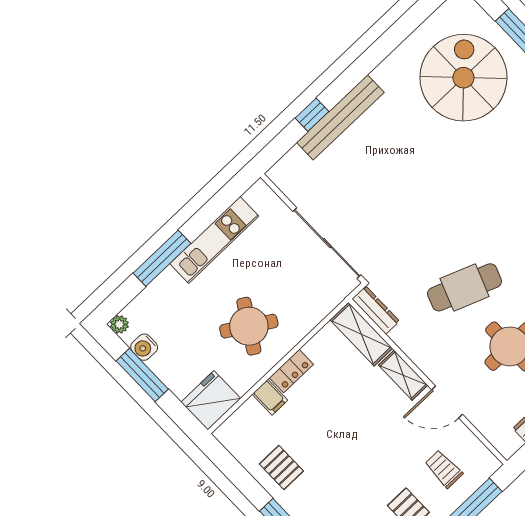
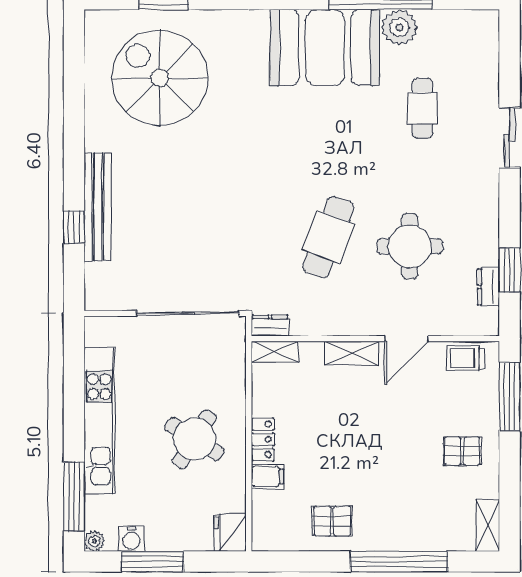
kitchen unit: (214, 240) -> (99, 420), width x1.36
window: (162, 258) -> (74, 497), moved
dresser: (376, 310) -> (270, 325), width x0.70
shelving: (361, 334) -> (275, 352), width x0.67, depth x0.75
fridge: (211, 400) -> (230, 533), width x0.73, depth x0.75
trolley: (444, 469) -> (465, 358), moved

